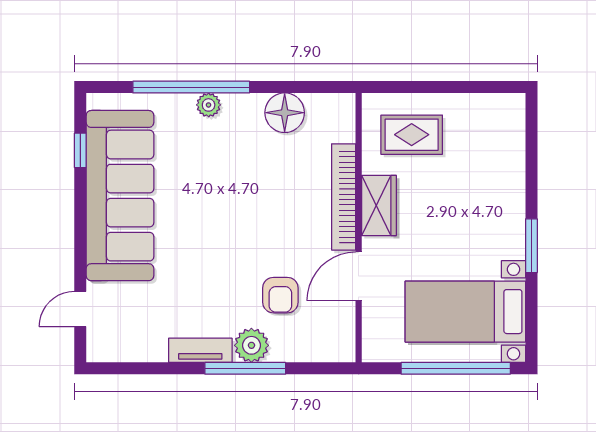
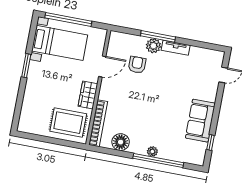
rug: (412, 135) -> (68, 123), width x1.36, depth x1.43
sofa: (120, 196) -> (200, 121), width x0.54, depth x0.79
bookcase: (344, 197) -> (98, 123), moved

